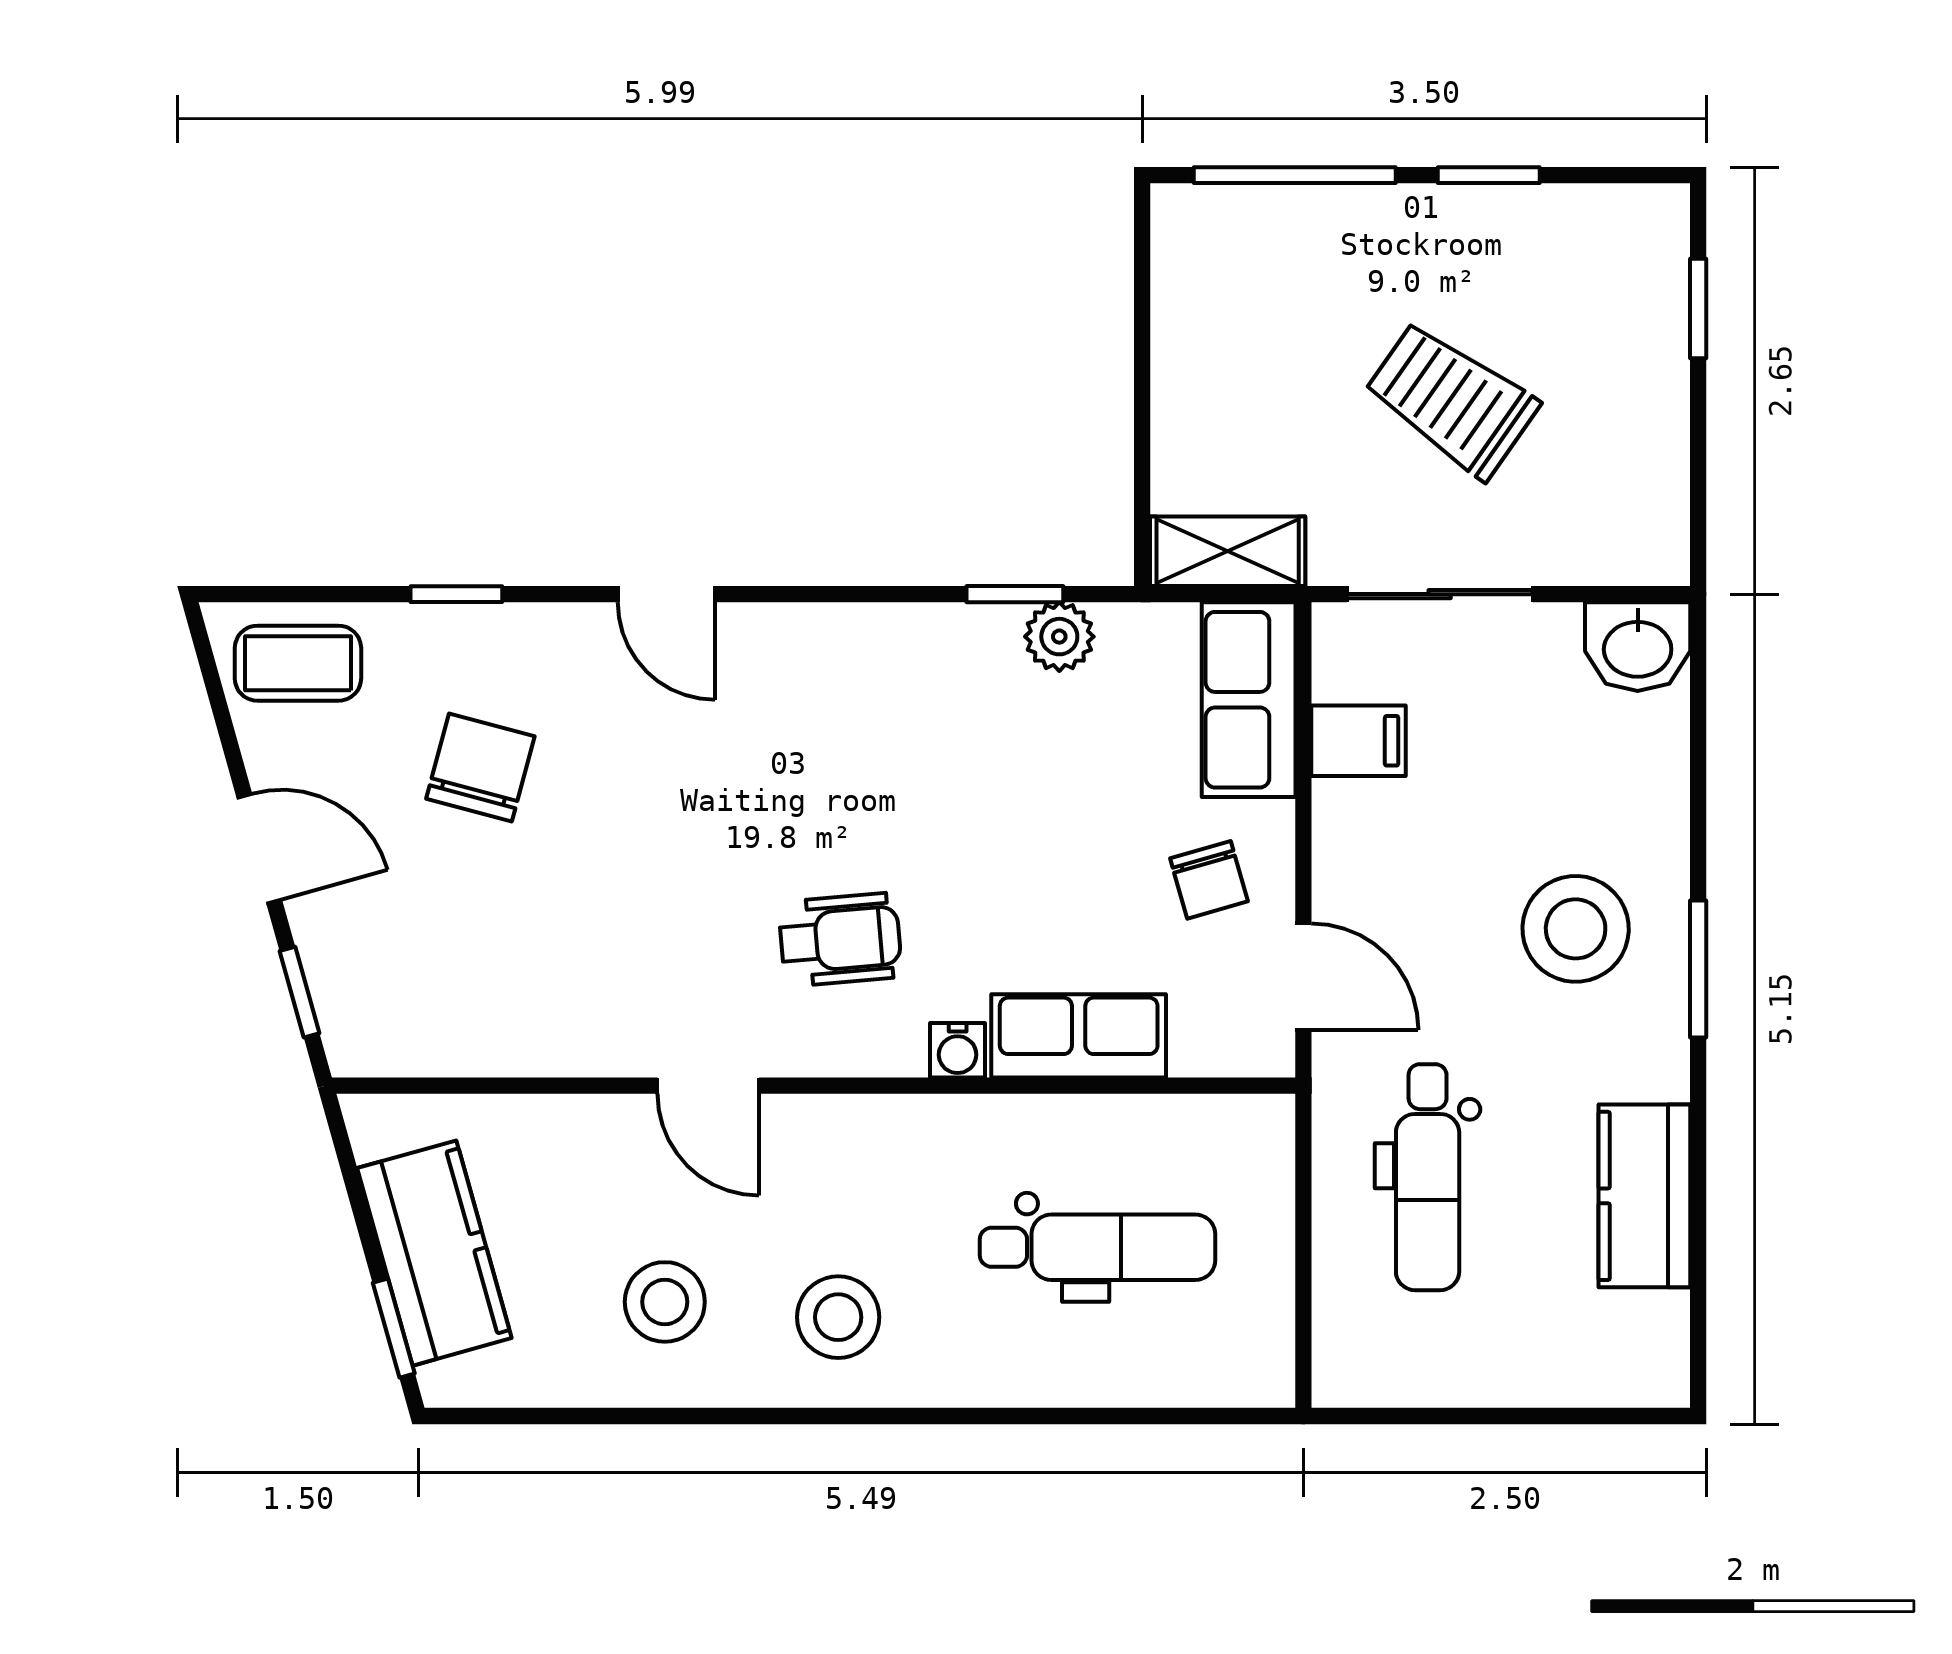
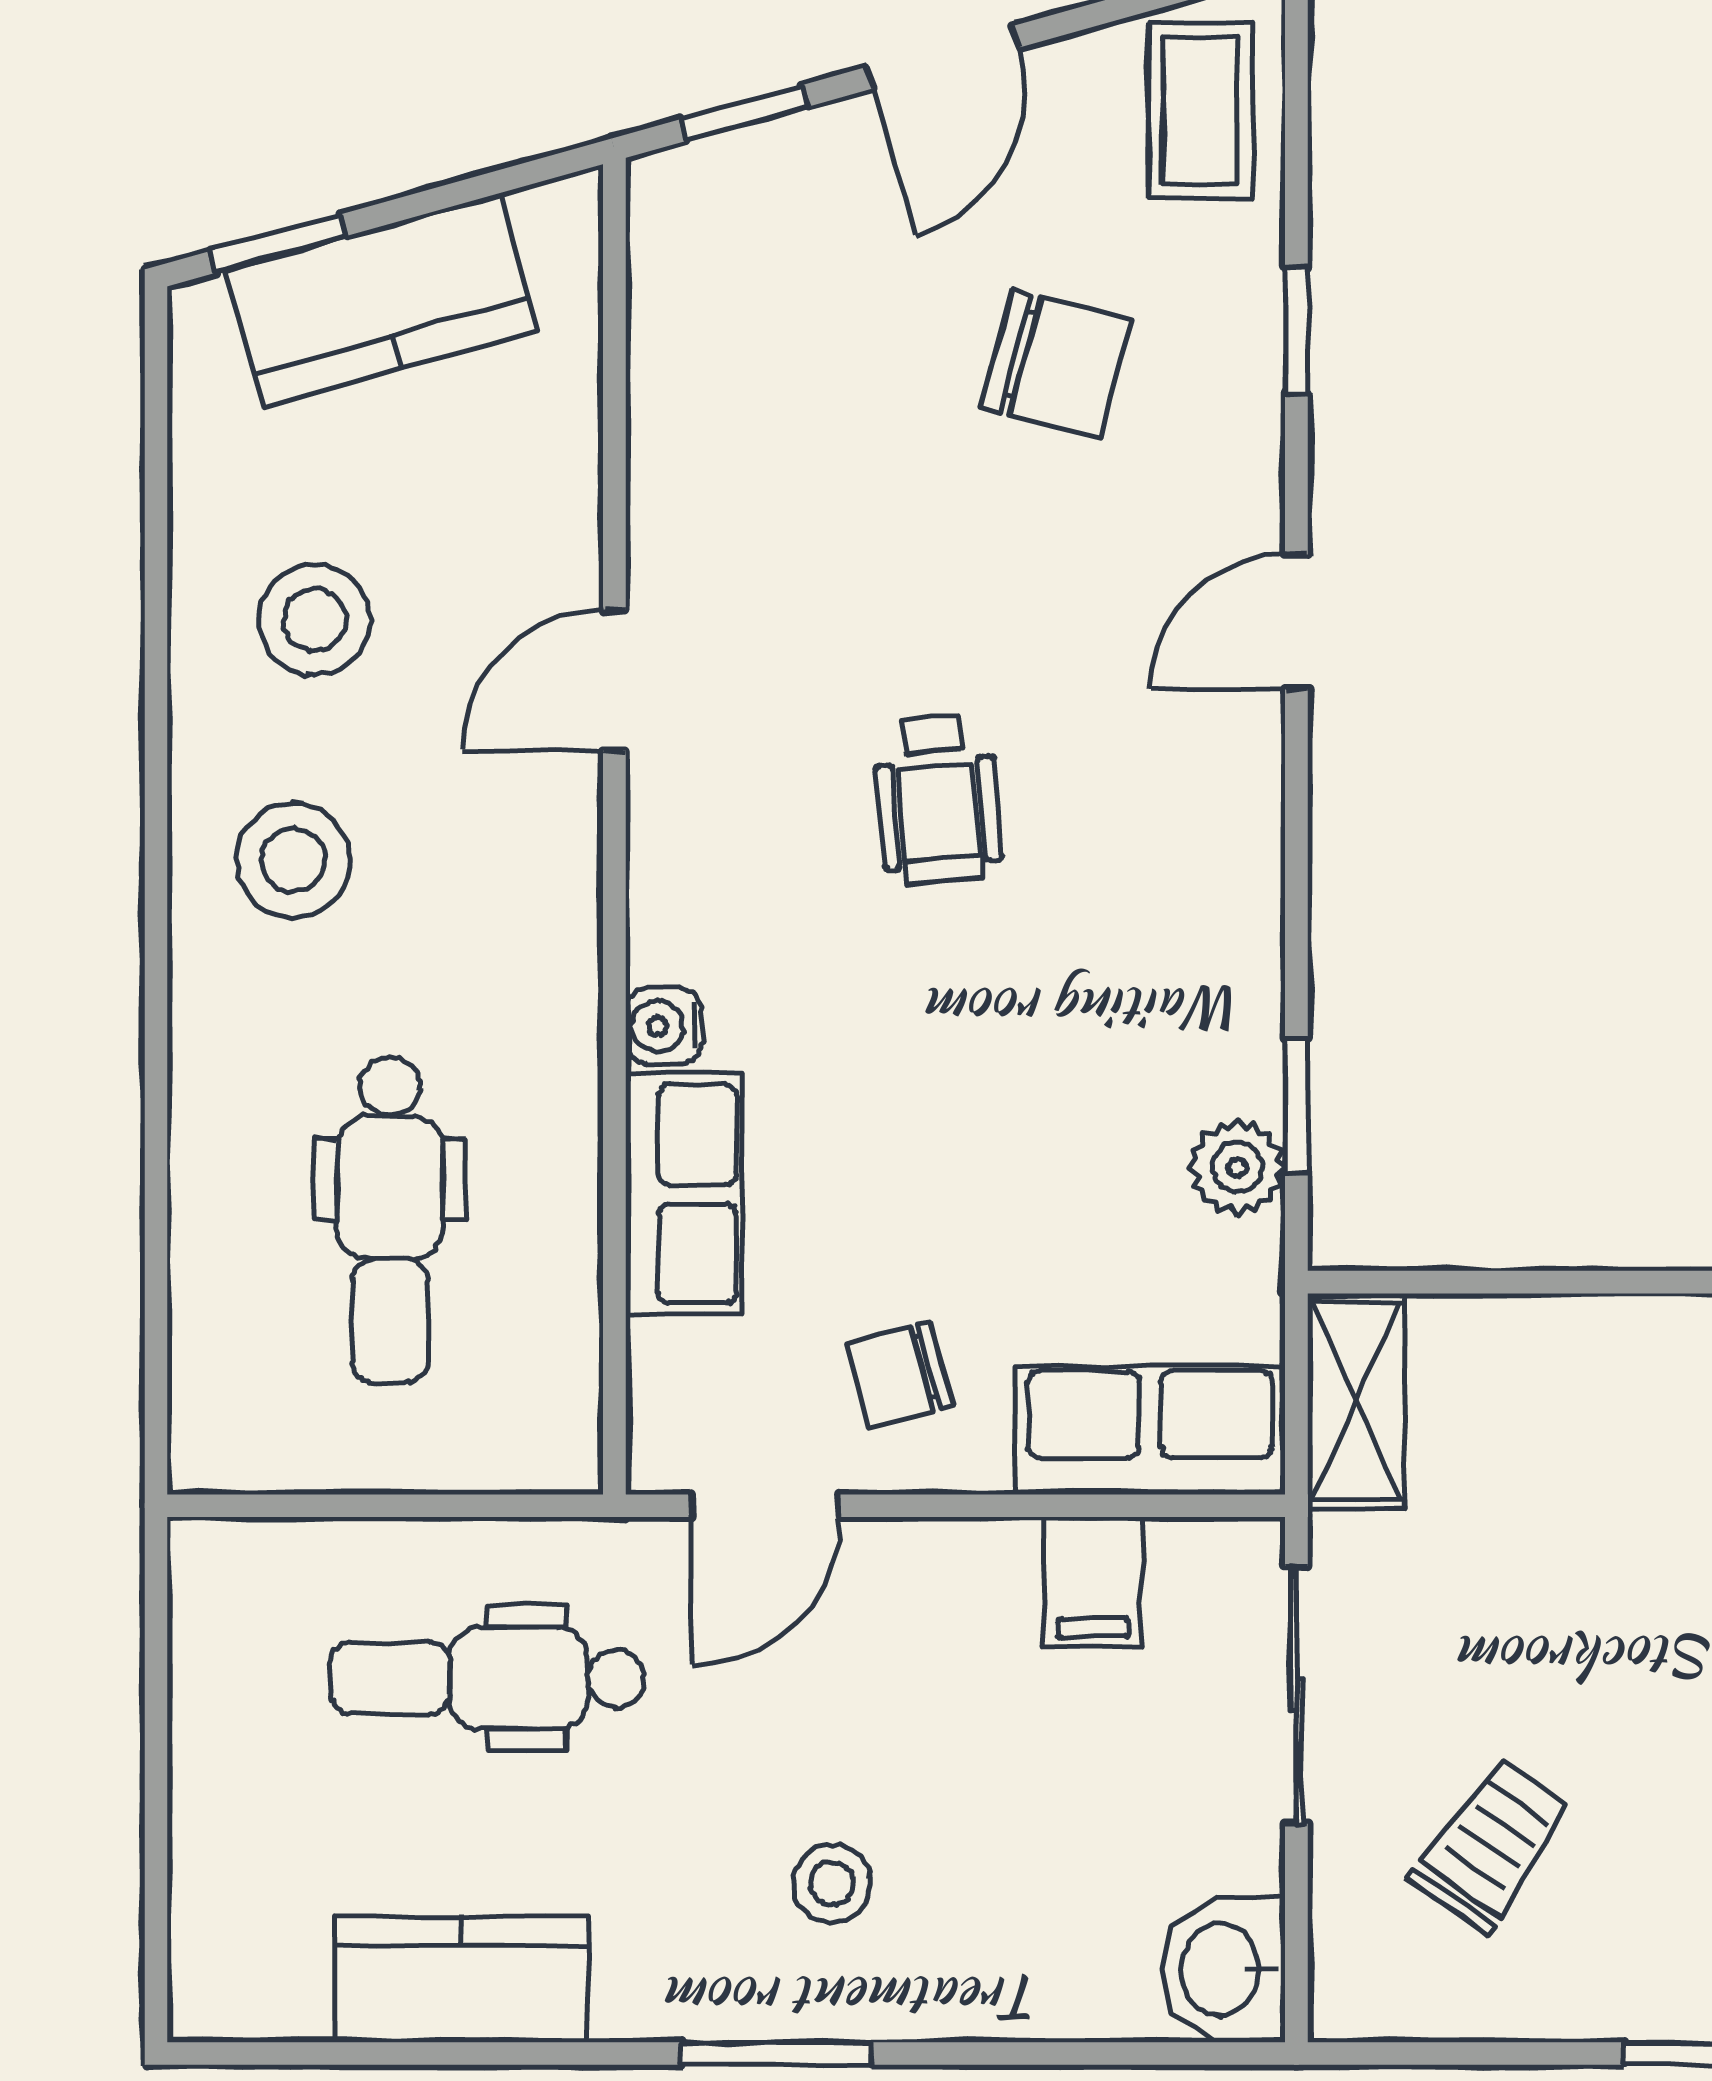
trolley: (1451, 400) -> (1491, 1845), moved, width x0.73, depth x0.72
stool: (1576, 929) -> (832, 1883), width x0.53, depth x0.53
wheelchair: (840, 940) -> (938, 800), moved

